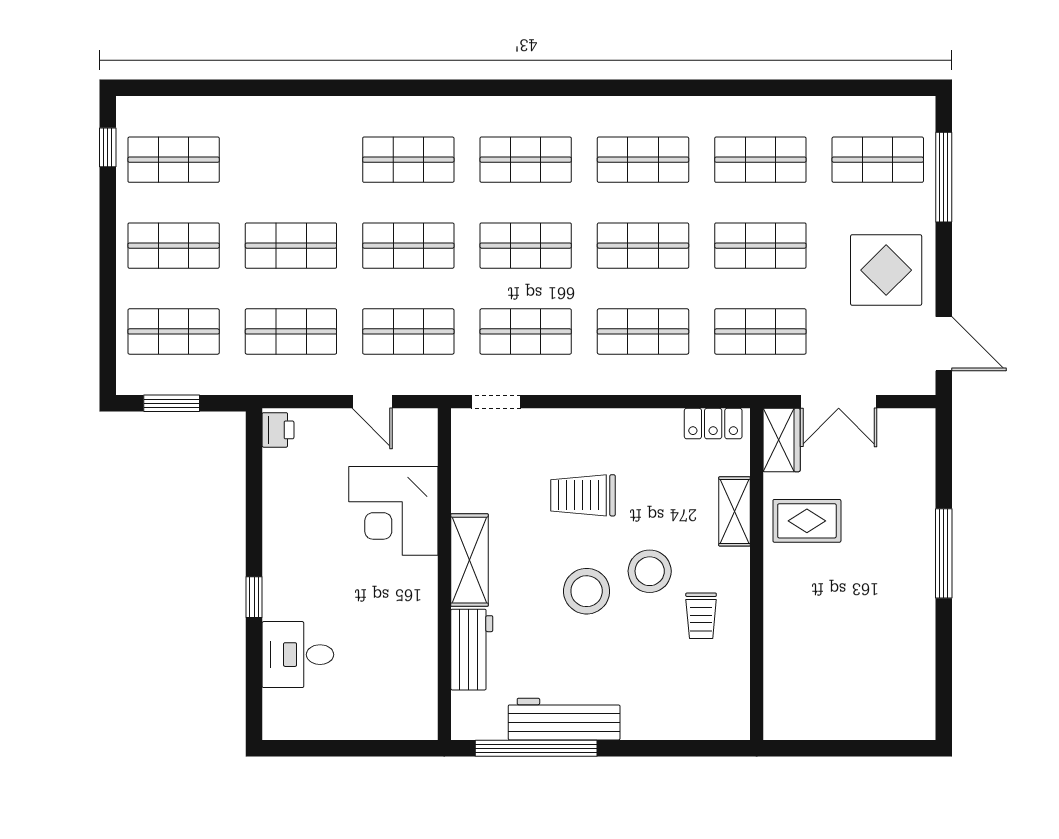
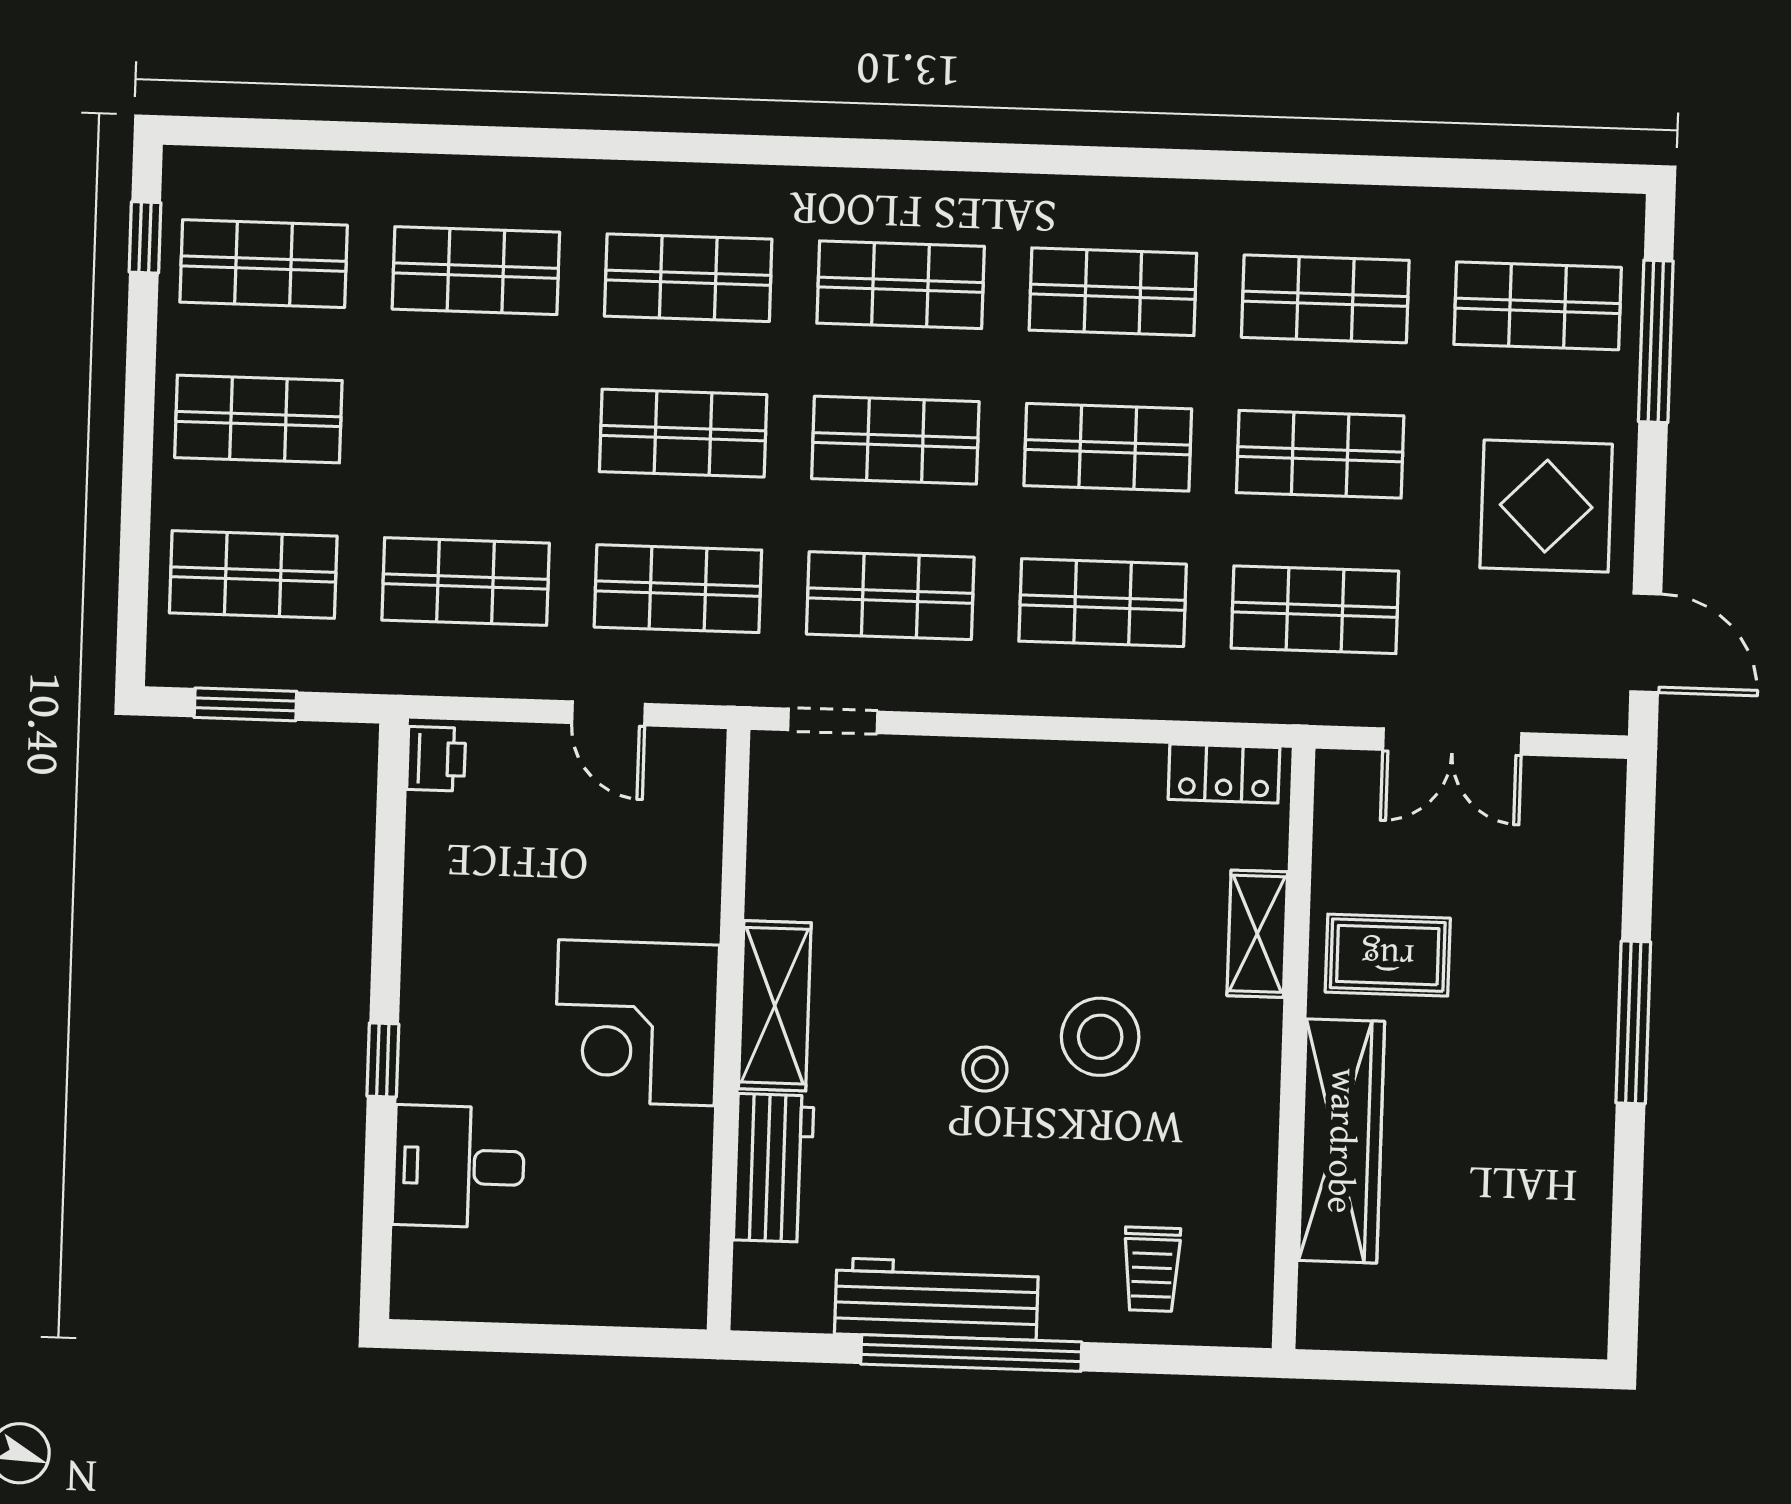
shop shelf: (291, 246) -> (476, 271), moved
wardrobe: (782, 440) -> (1341, 1141), moved, width x2.10, depth x1.17
trolley: (583, 495) -> (984, 895), removed
corner desk: (393, 511) -> (636, 1023), moved
stool: (587, 591) -> (985, 1069), width x0.53, depth x0.53
trolley: (701, 616) -> (1152, 1269), moved
window: (536, 748) -> (971, 1353), moved

